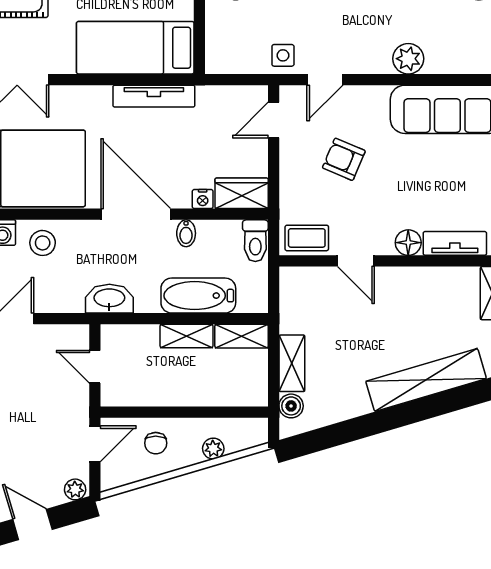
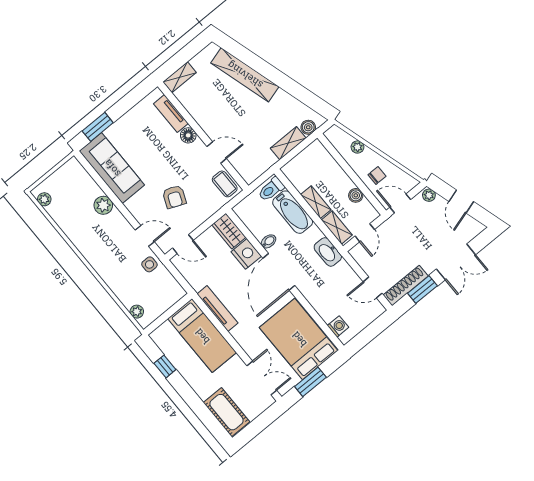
nightstand: (203, 199) -> (246, 254), width x1.89, depth x1.79
toilet: (255, 241) -> (271, 189), moved, turned 180
stool: (43, 243) -> (328, 304), removed
door: (356, 261) -> (217, 153), hinge flipped
shelving: (242, 336) -> (337, 228), moved
boiler: (153, 395) -> (356, 195), added

